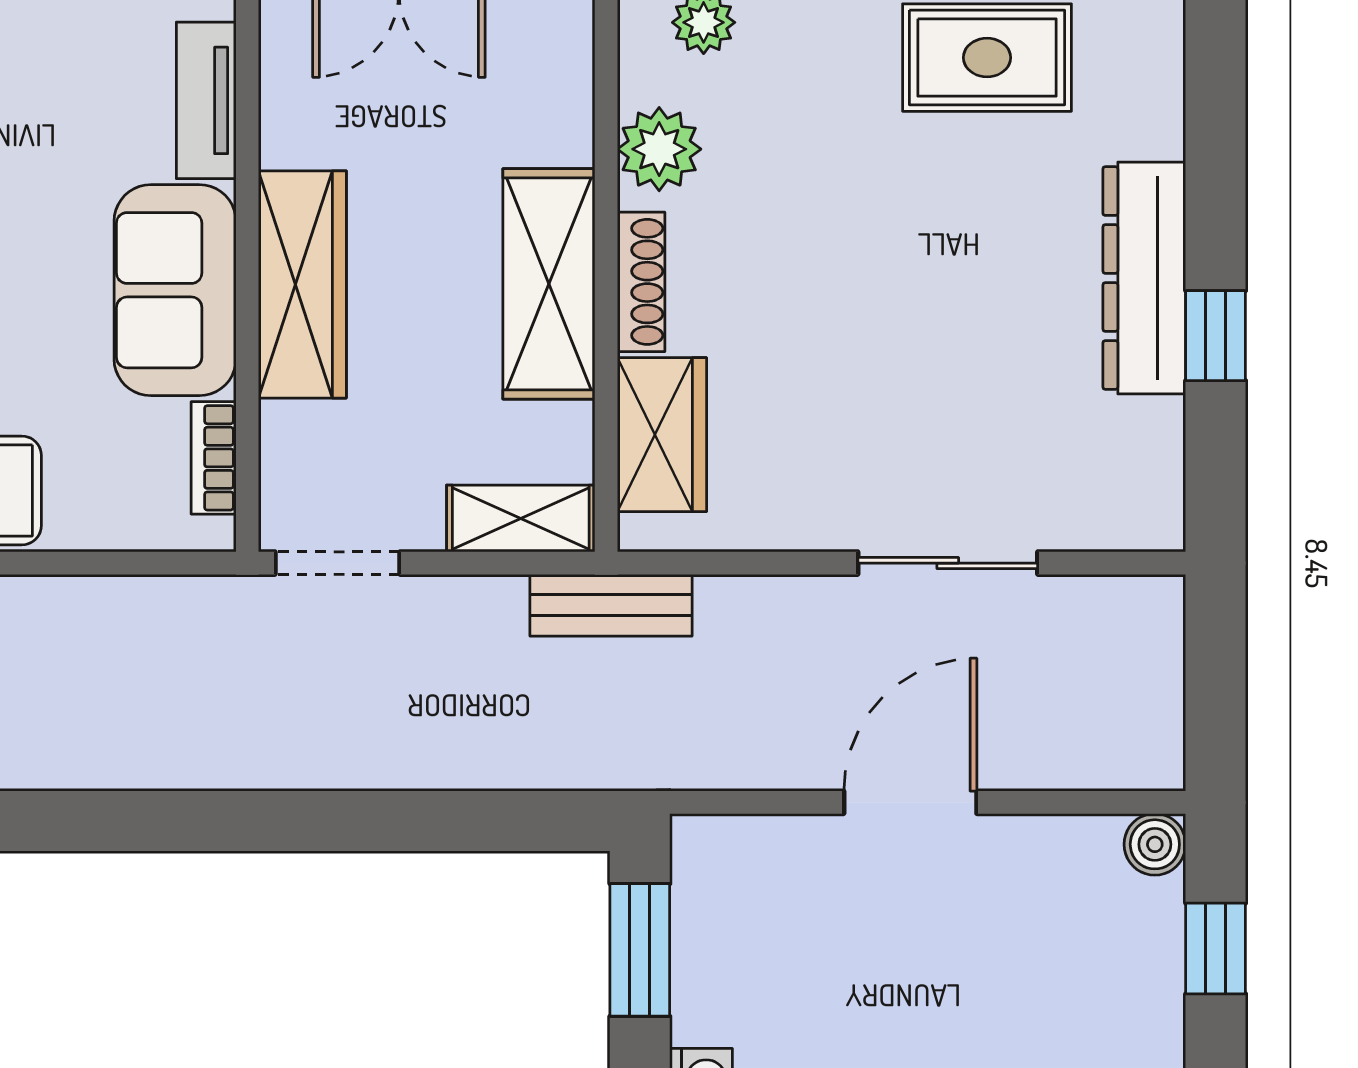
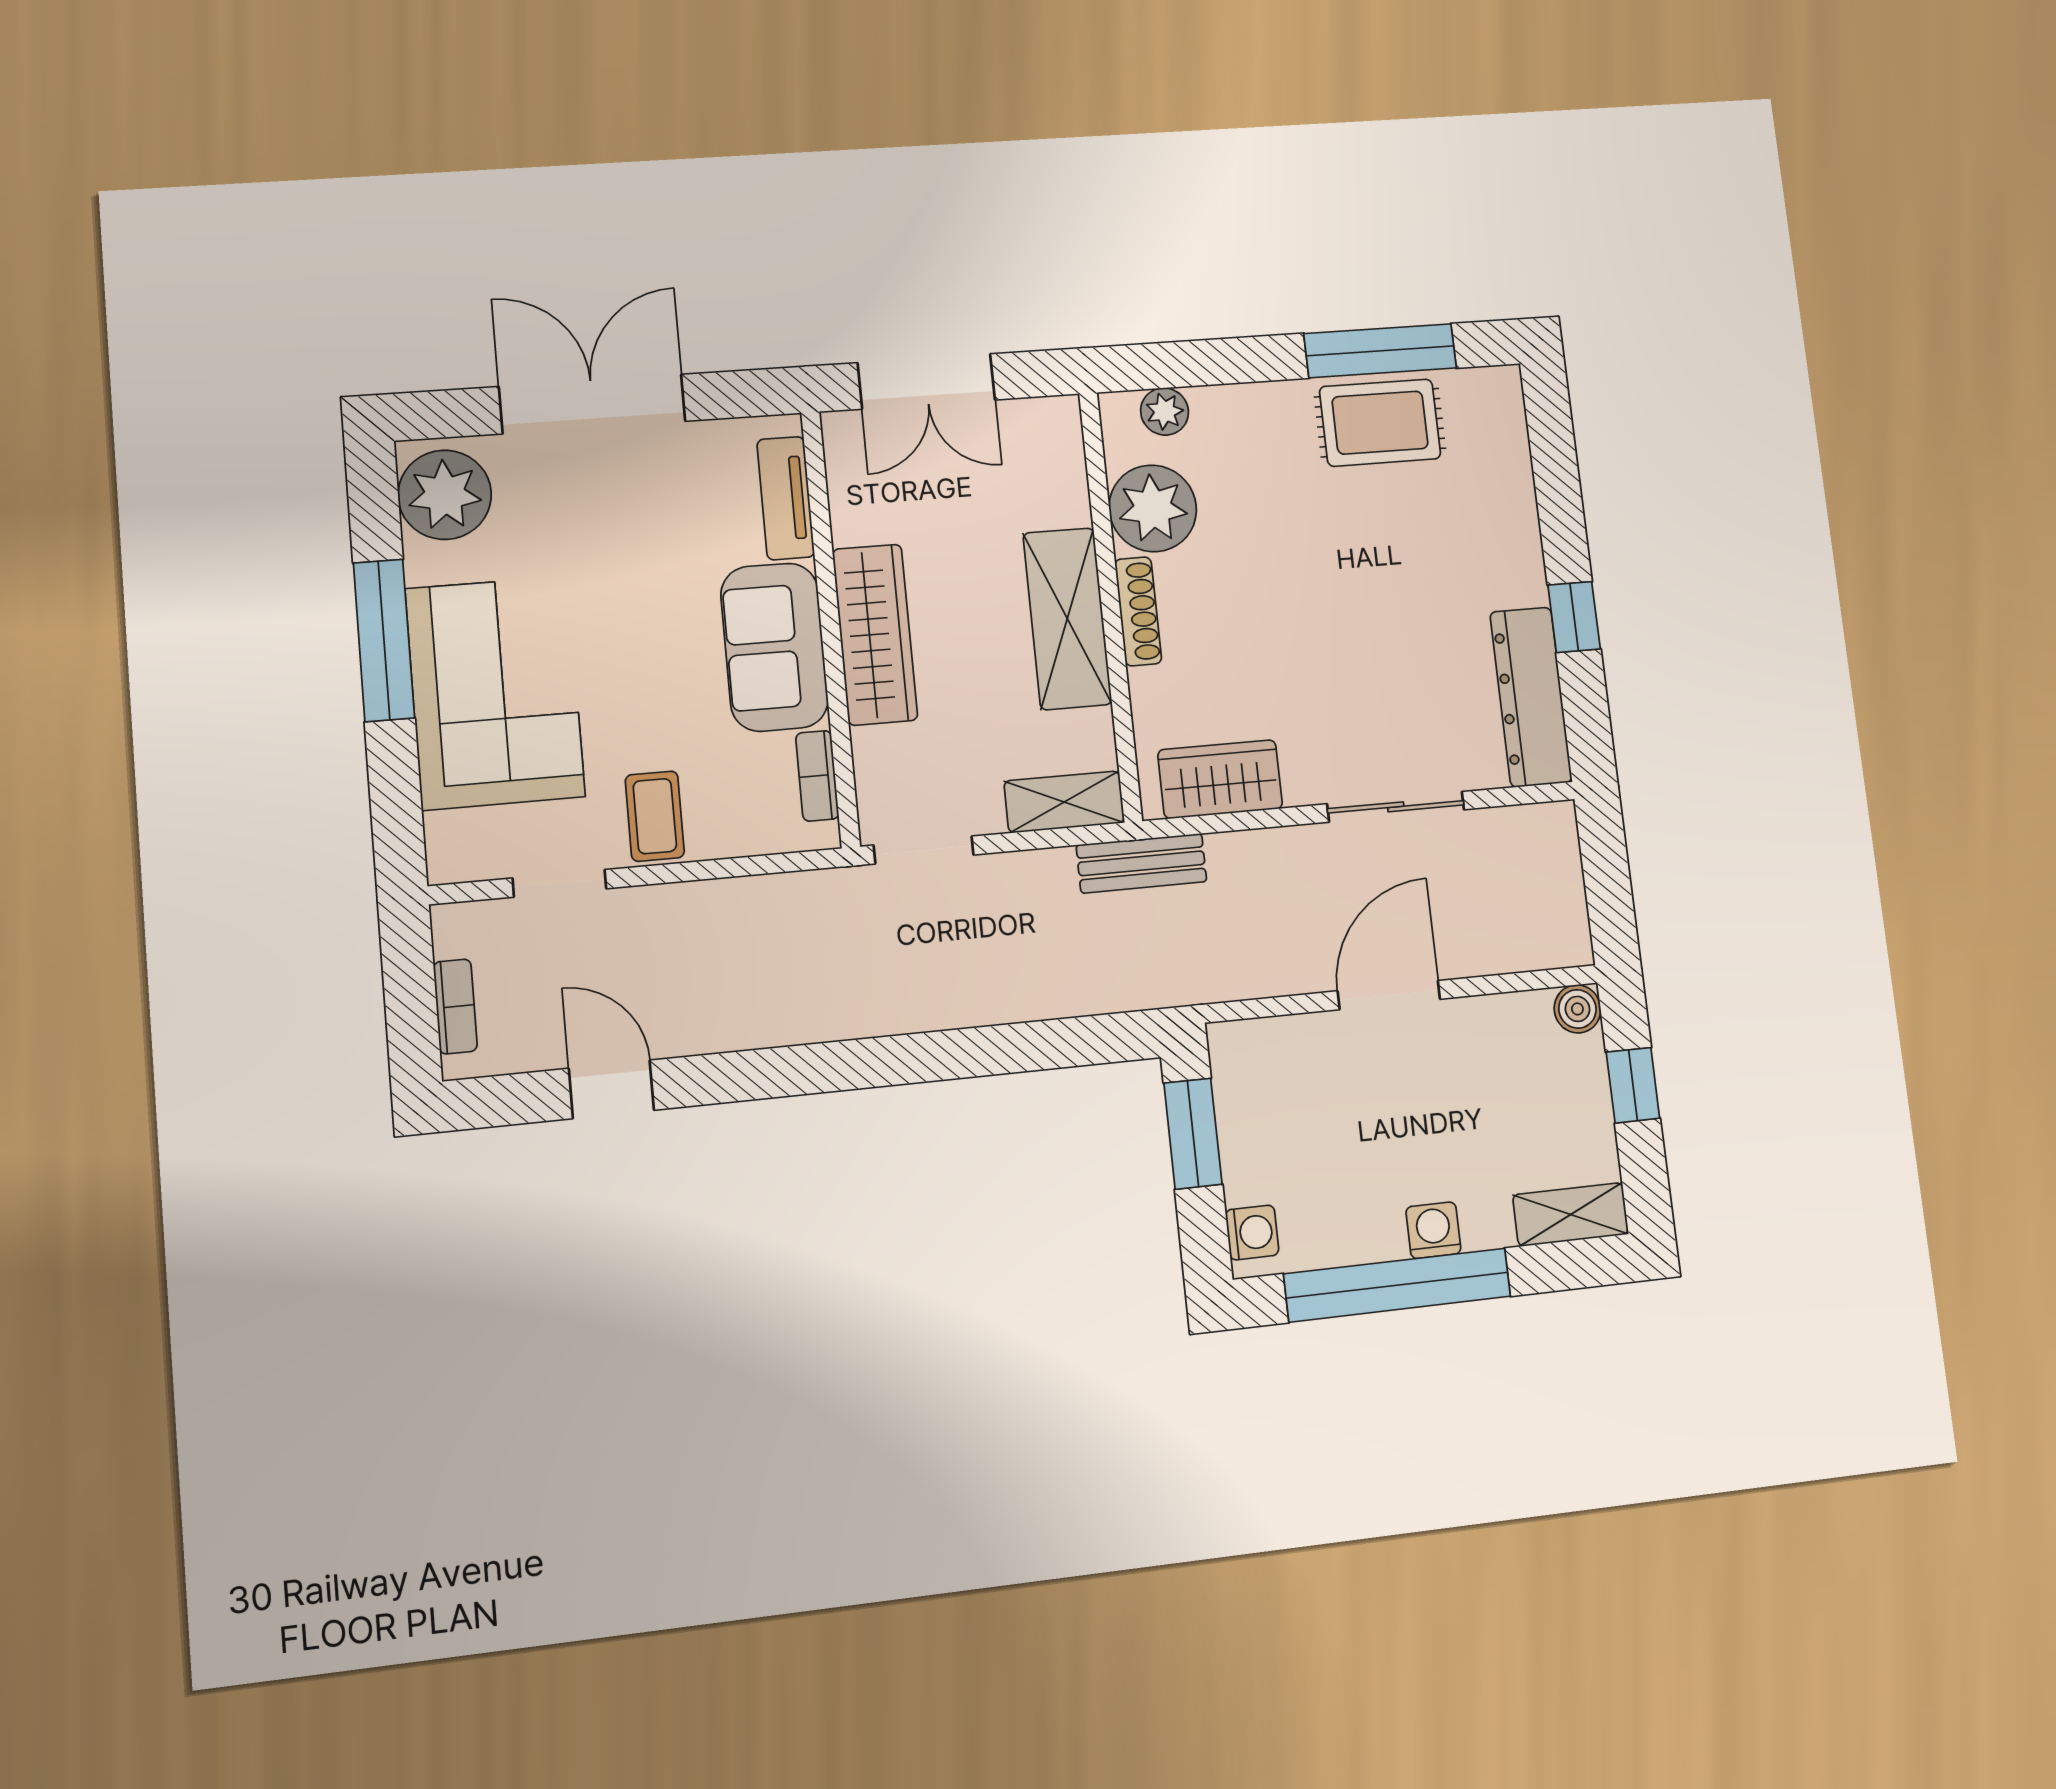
plant: (659, 149) -> (1153, 508), width x1.36, depth x1.36
dresser: (1144, 278) -> (1531, 697), moved
wardrobe: (662, 435) -> (1220, 779), moved, turned -90

